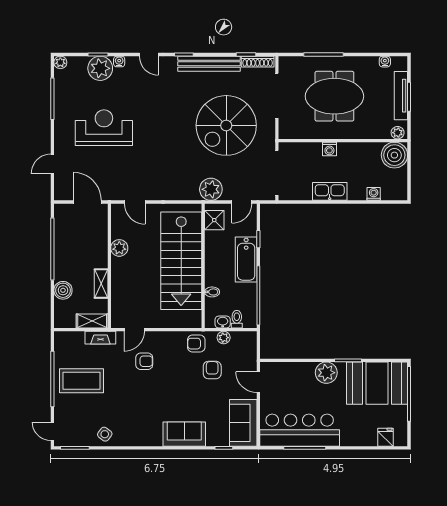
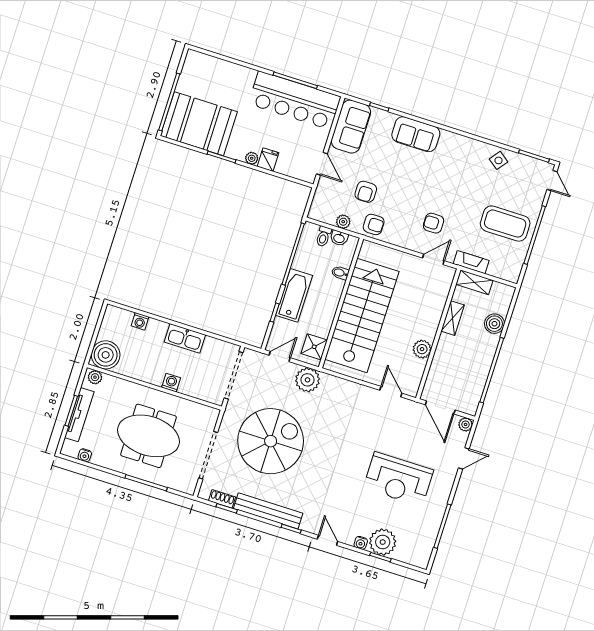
plant: (60, 62) -> (466, 424), moved
shoe rack: (258, 62) -> (222, 499), width x0.70
plant: (326, 373) -> (252, 158), width x0.53, depth x0.53
fridge: (386, 437) -> (268, 160), moved, turned 180

